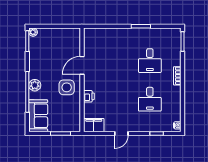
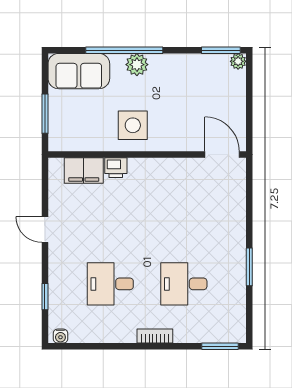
door: (82, 65) -> (222, 154), moved
filing cabinet: (94, 125) -> (84, 170), moved, turned 90

